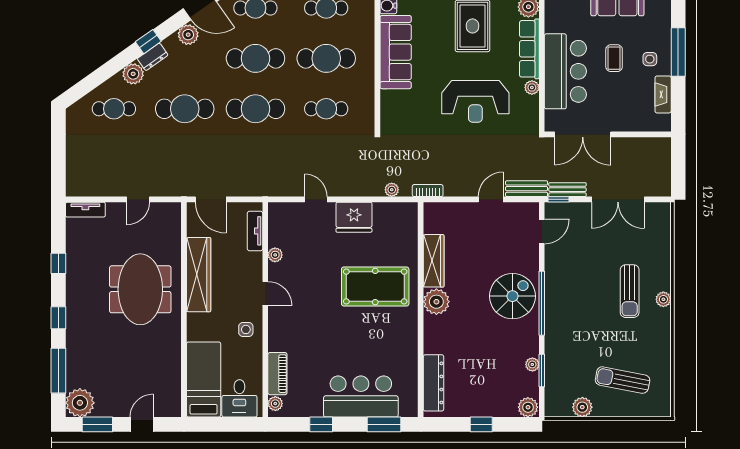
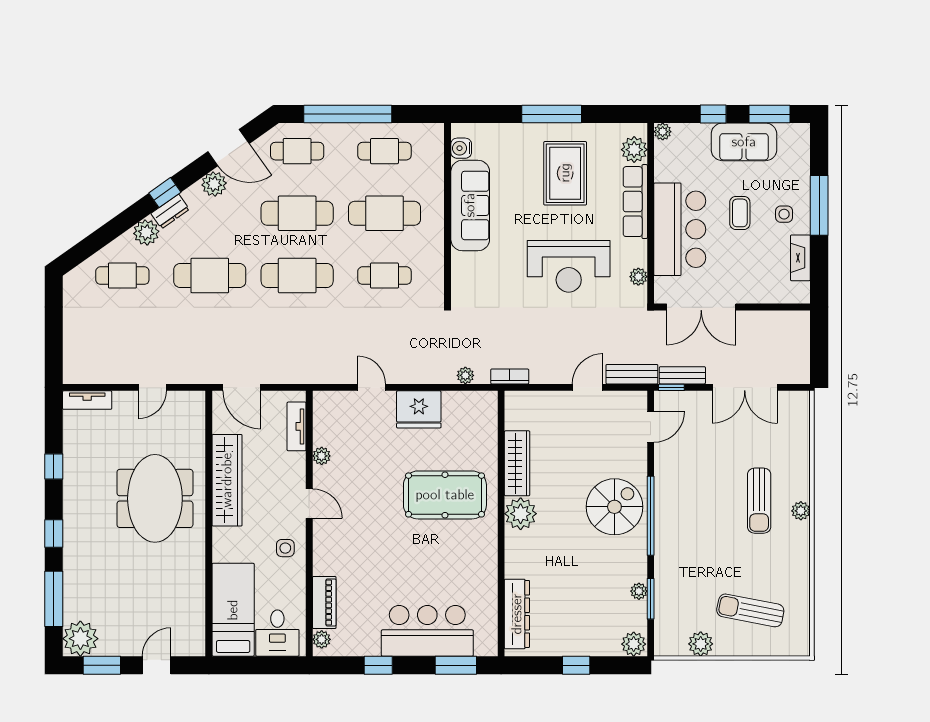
plant: (532, 87) -> (638, 277), moved

